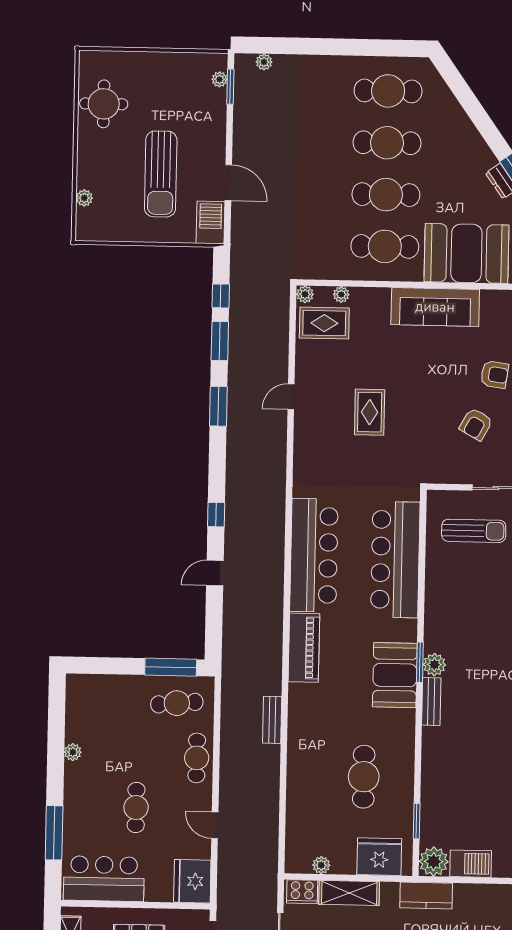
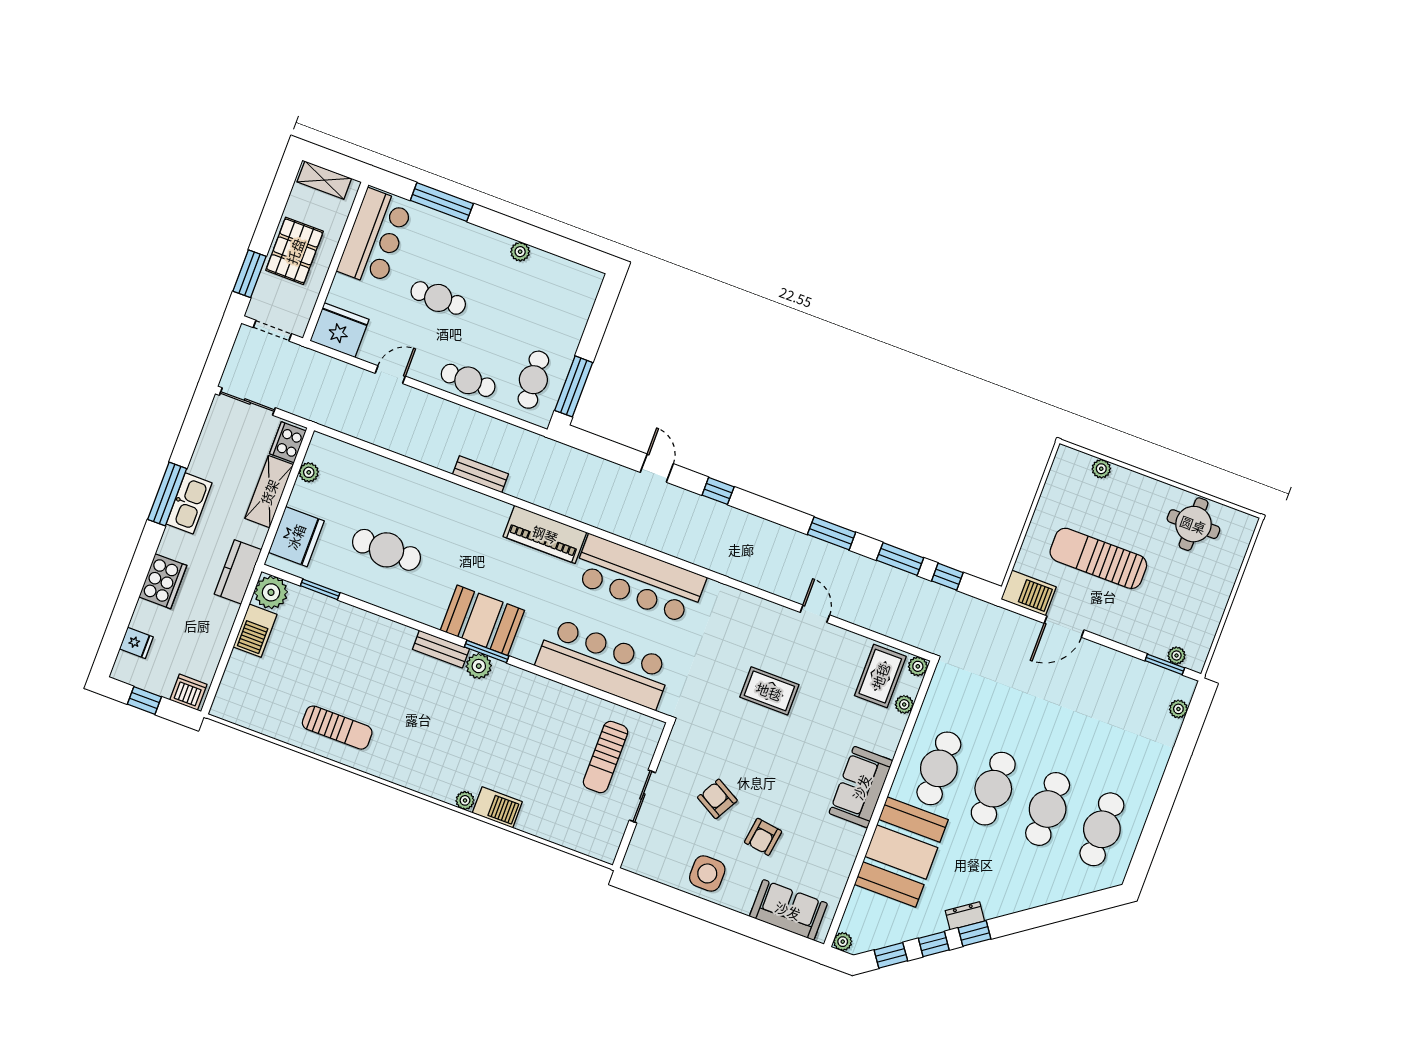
sofa: (435, 307) -> (861, 787), width x0.73

